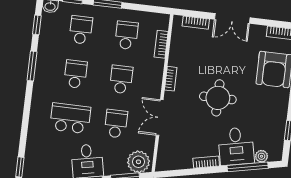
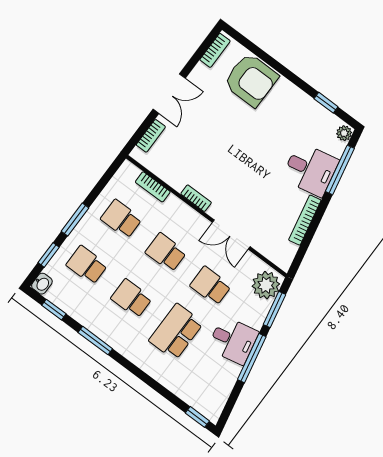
round table: (218, 98) -> (246, 159), removed
plant: (261, 156) -> (344, 133), moved
bookcase: (206, 162) -> (305, 220), width x1.56

